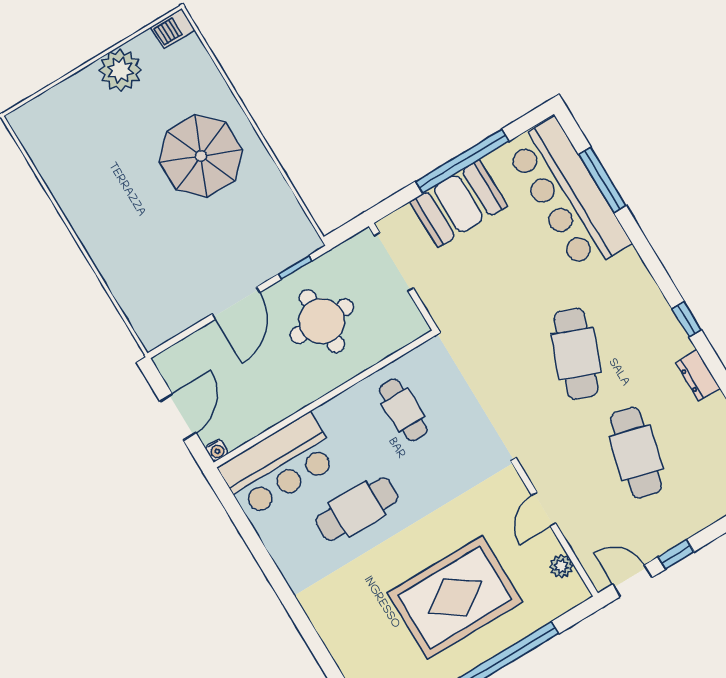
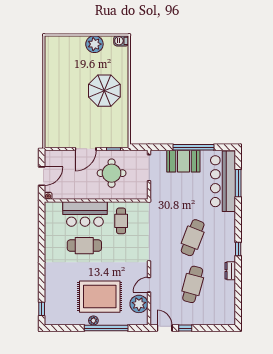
bar counter: (279, 465) -> (85, 214), moved
plant: (561, 566) -> (139, 304), width x1.87, depth x1.87
plant: (472, 656) -> (93, 321), added

